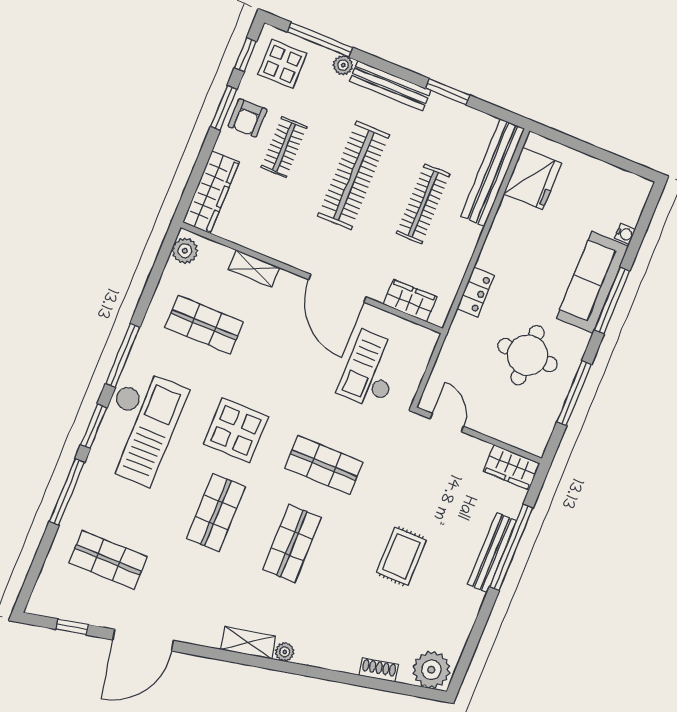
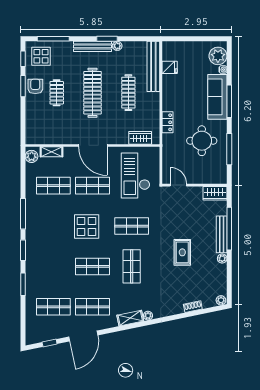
plant: (343, 65) -> (117, 46), moved
window: (448, 92) -> (107, 39), moved
armchair: (247, 118) -> (35, 86), turned 180
fridge: (533, 179) -> (170, 67), width x0.53, depth x0.75
wardrobe: (211, 192) -> (33, 126), removed
plant: (626, 203) -> (218, 56), added
shelving: (254, 268) -> (52, 152), moved
door: (337, 288) -> (93, 145), moved
shop shelf: (280, 356) -> (93, 186), added
checkout: (371, 370) -> (135, 176), width x1.36, depth x1.21
checkout: (139, 426) -> (43, 242), removed
window: (67, 492) -> (23, 284), width x0.69
shop shelf: (216, 512) -> (93, 266), turned 90
shop shelf: (184, 591) -> (93, 307), added
plant: (474, 600) -> (222, 259), added
plant: (431, 670) -> (221, 300), width x0.53, depth x0.53

